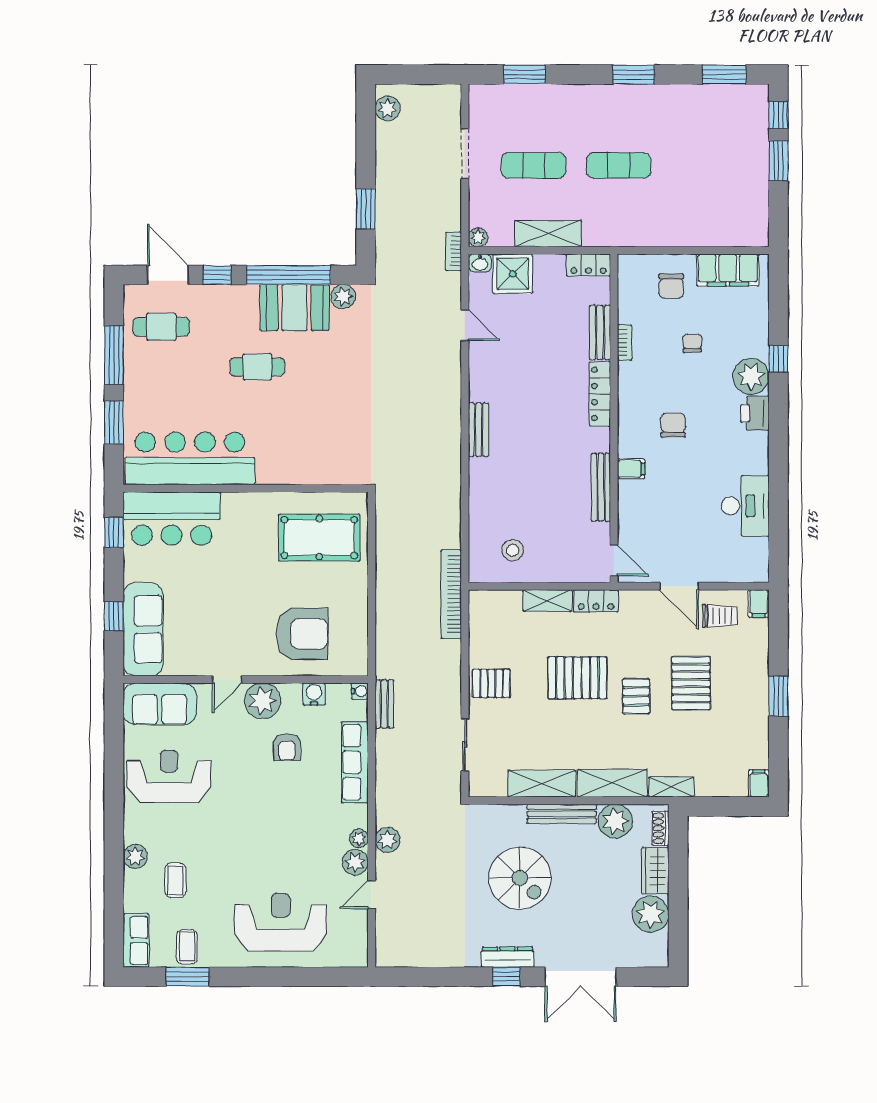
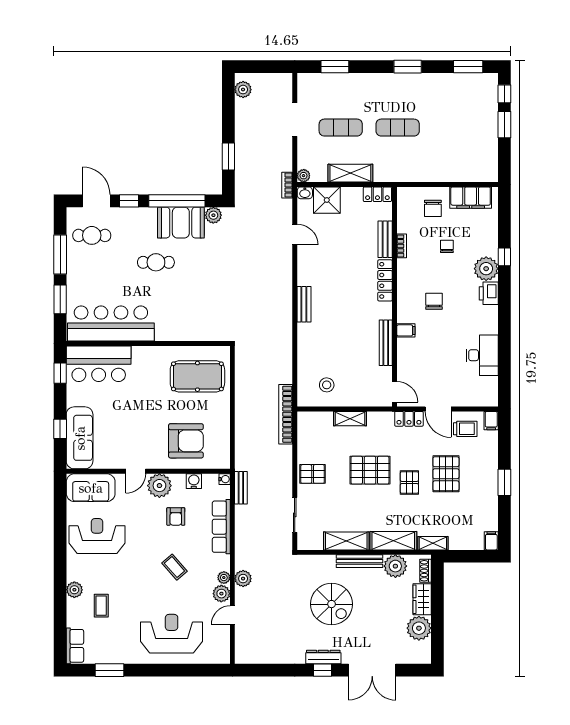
locker: (596, 601) -> (409, 419), moved
coffee table: (187, 947) -> (174, 567), moved, turned -41

